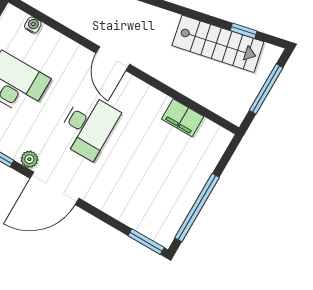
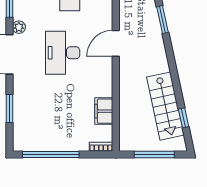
desk: (88, 126) -> (63, 53), turned 90
bookcase: (222, 145) -> (101, 147), added
window: (146, 242) -> (9, 109), moved

